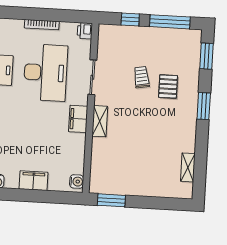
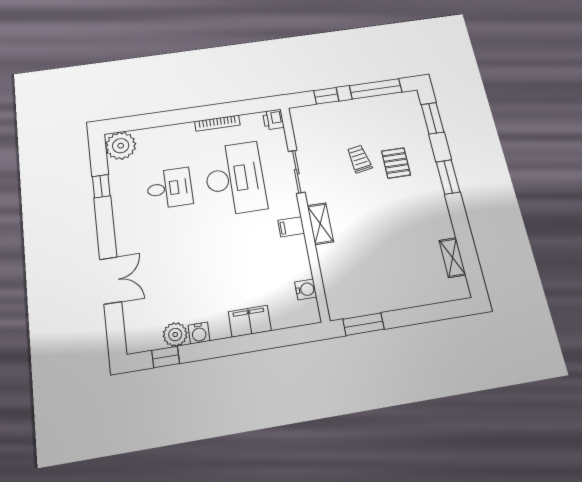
filing cabinet: (78, 119) -> (291, 227), width x0.50
water cooler: (77, 182) -> (306, 289), moved

